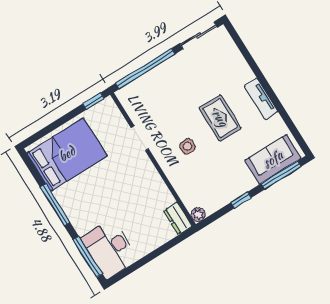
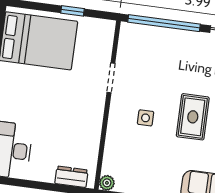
window: (93, 101) -> (73, 11), moved
dresser: (178, 218) -> (71, 177), moved, turned 90

